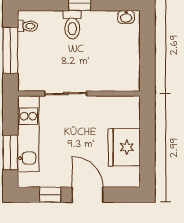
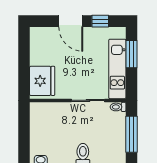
toilet: (28, 26) -> (118, 107), moved
fridge: (124, 147) -> (42, 81), moved

